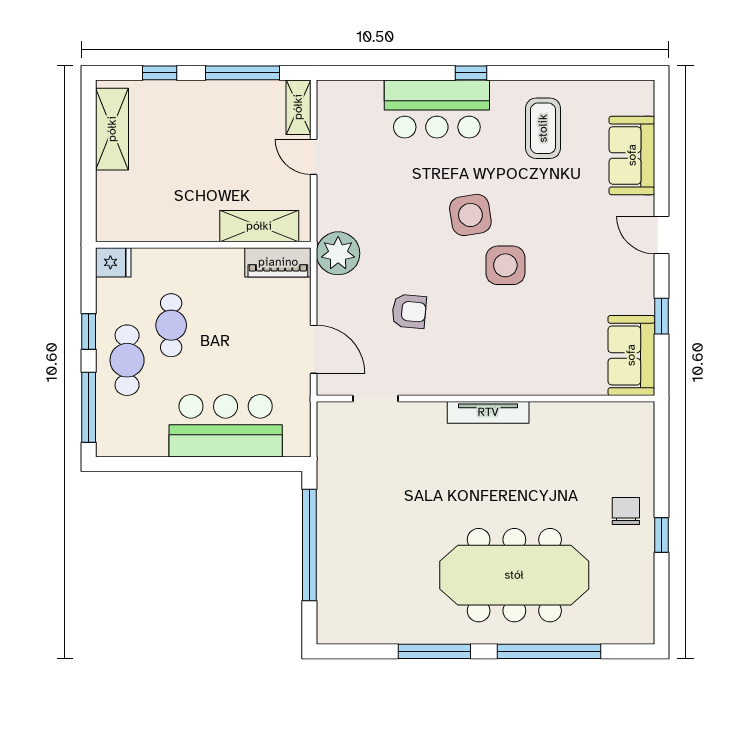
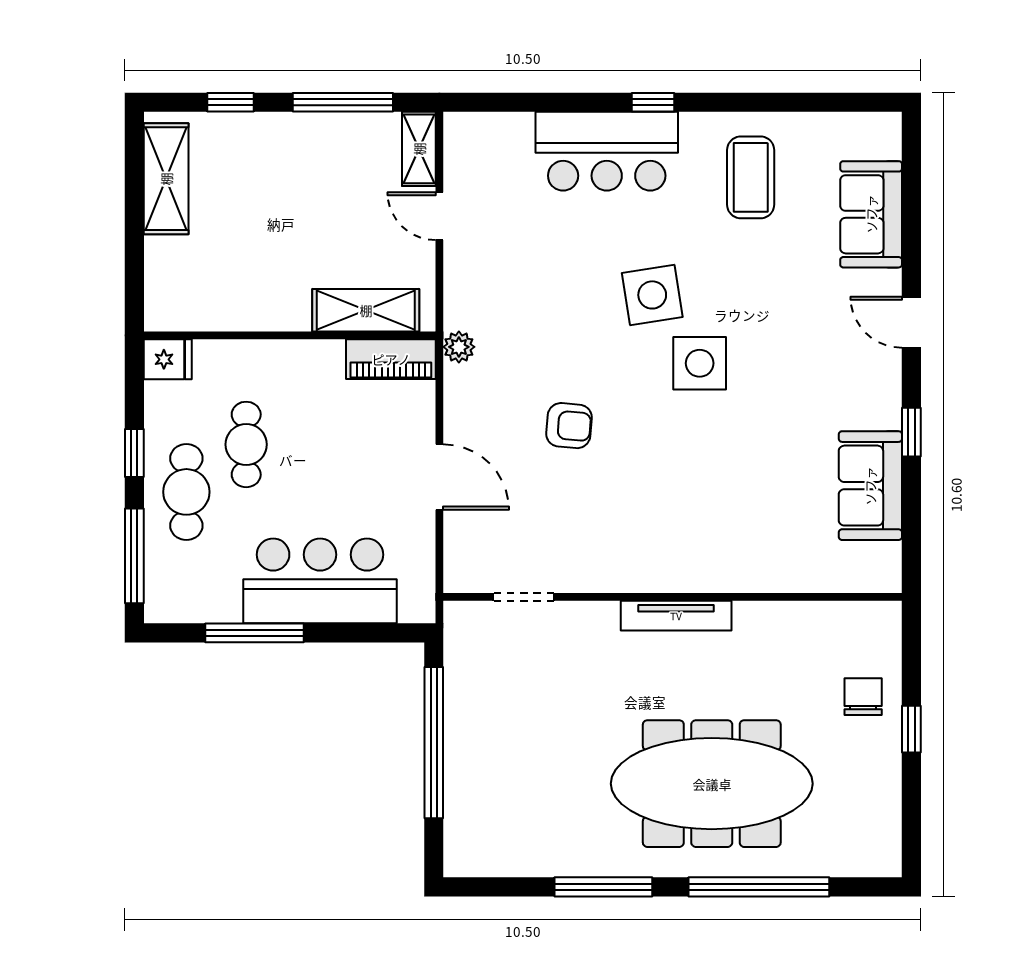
plant: (338, 253) -> (459, 347), width x0.53, depth x0.53
doorway: (376, 398) -> (524, 597), moved
wall: (485, 398) -> (673, 597), moved
tv unit: (488, 412) -> (676, 616), moved
window: (177, 464) -> (254, 633), added

